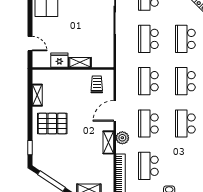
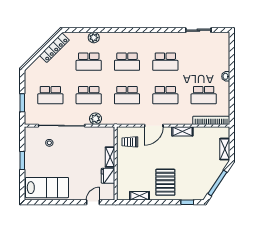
door: (115, 111) -> (154, 126), hinge flipped
plant: (122, 138) -> (96, 119), moved

